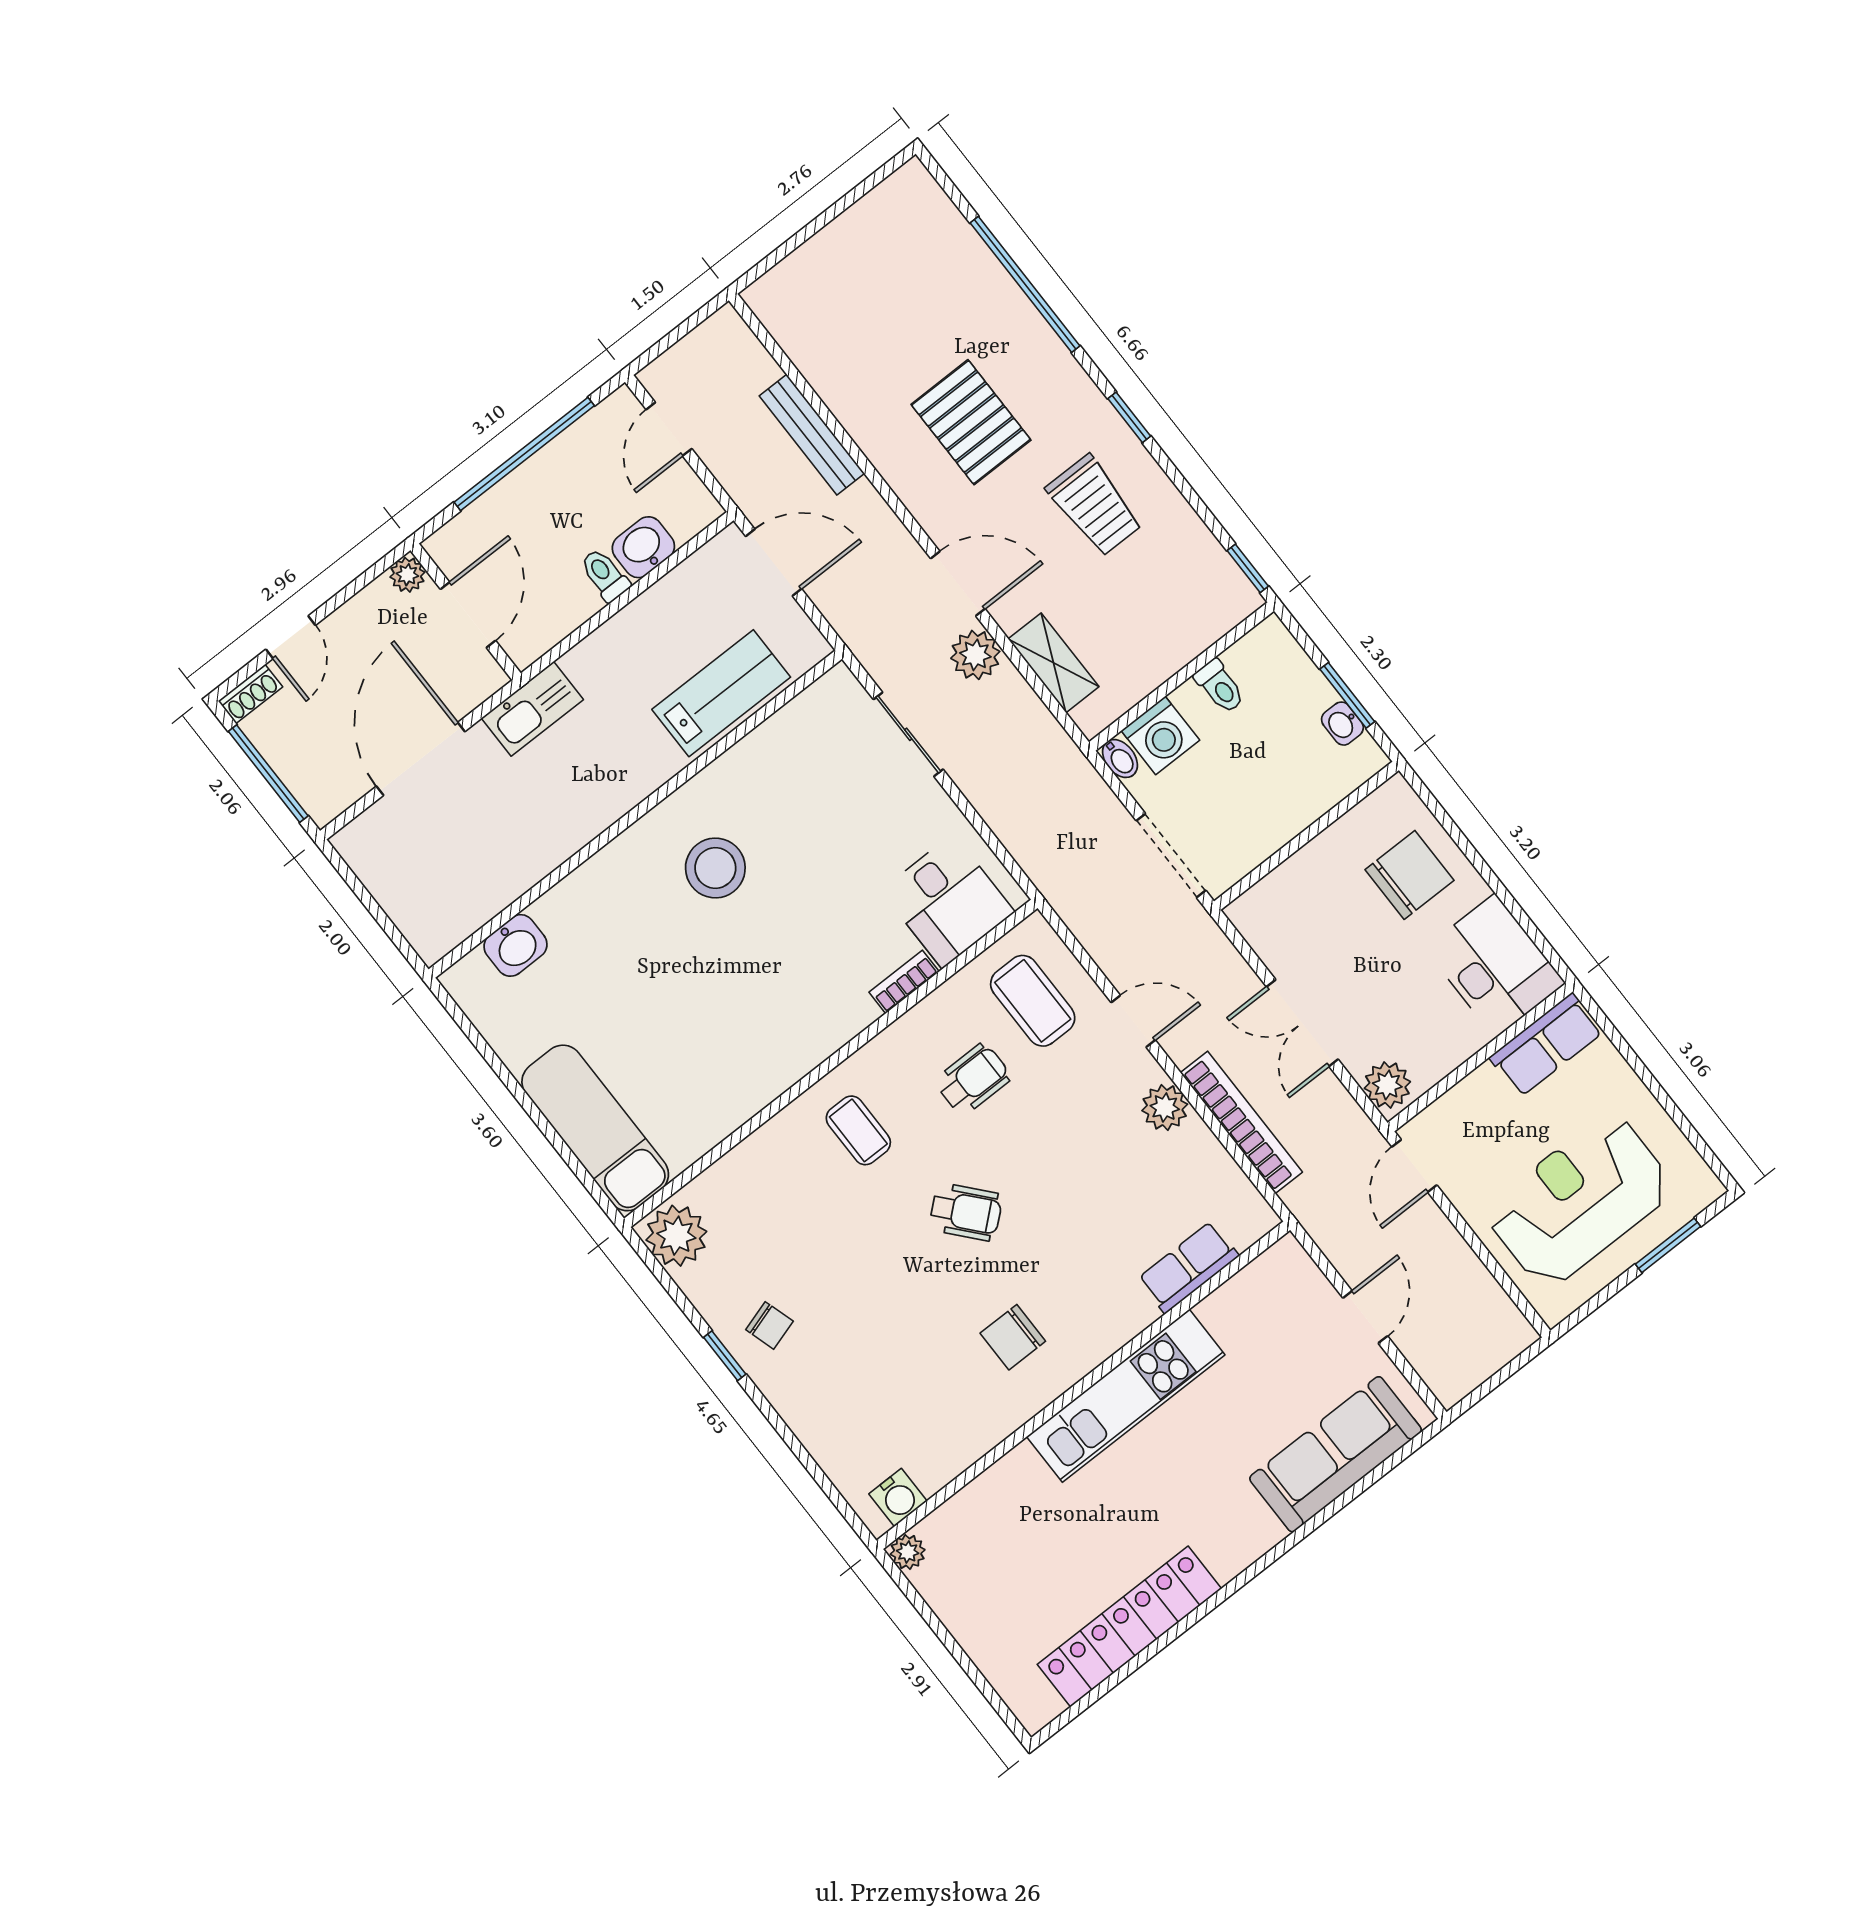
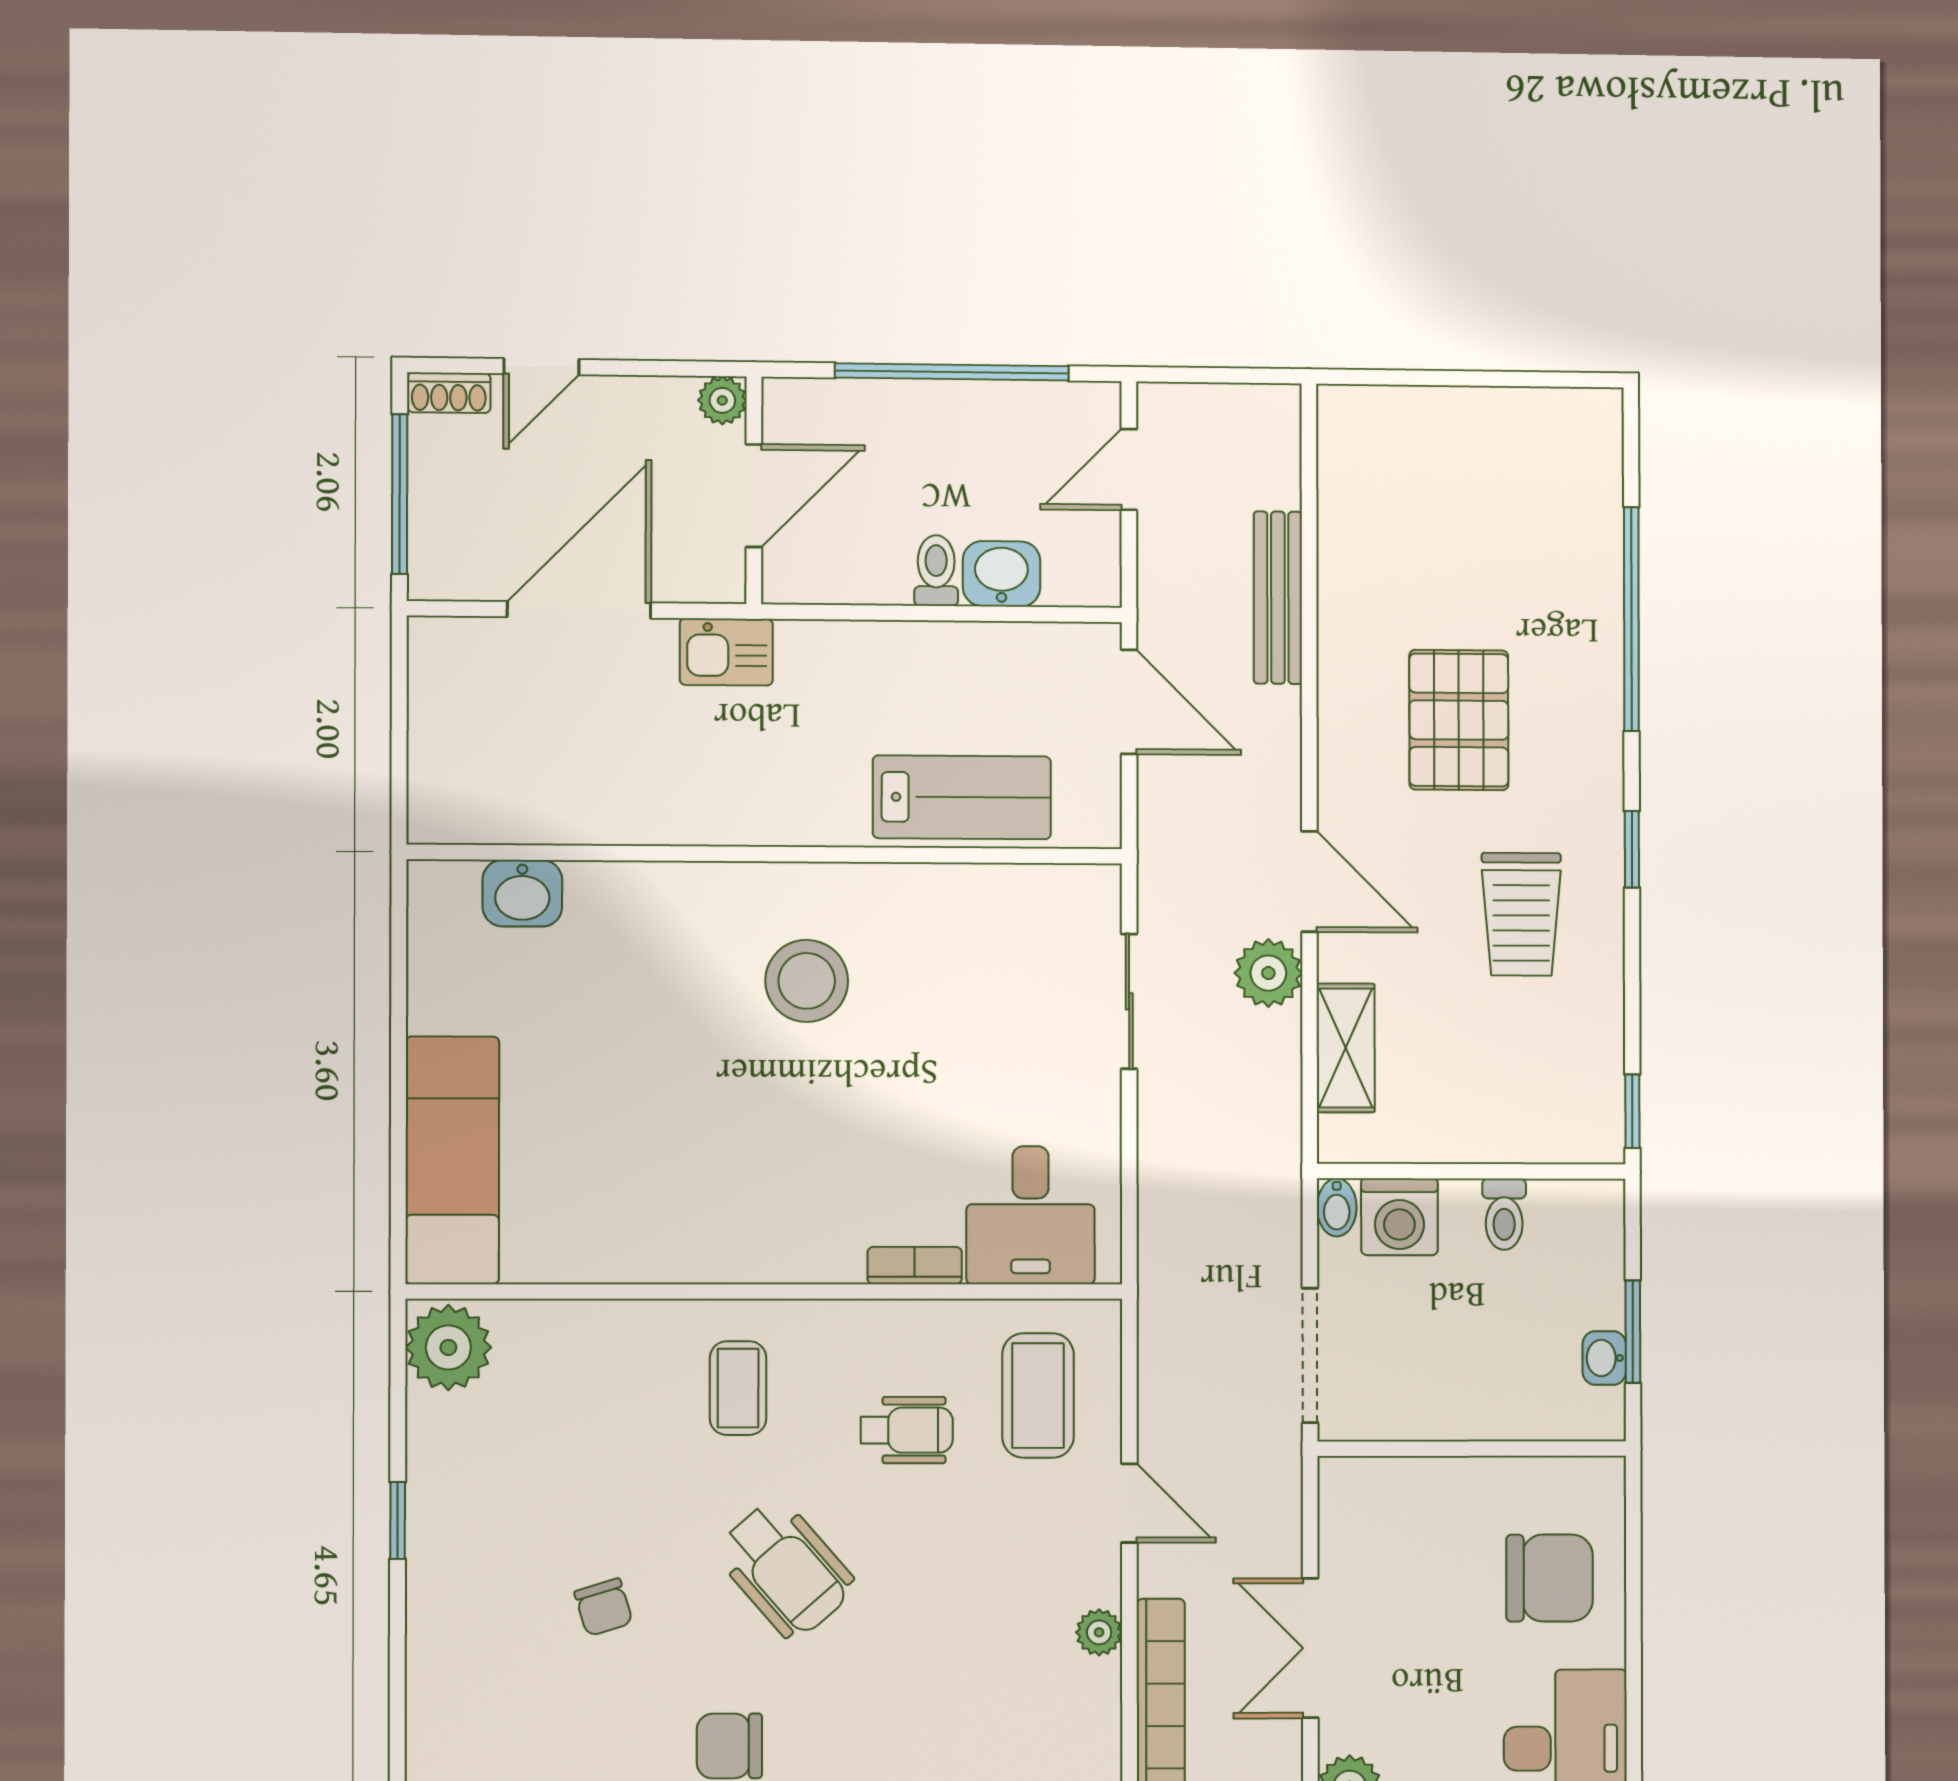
kitchen sink: (532, 709) -> (726, 652), width x0.73
plant: (1165, 1107) -> (1099, 1632), width x0.73, depth x0.73
wheelchair: (966, 1212) -> (785, 1569), width x1.36, depth x1.37
chair: (769, 1325) -> (604, 1607), moved

